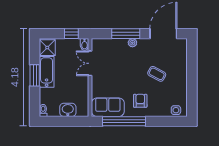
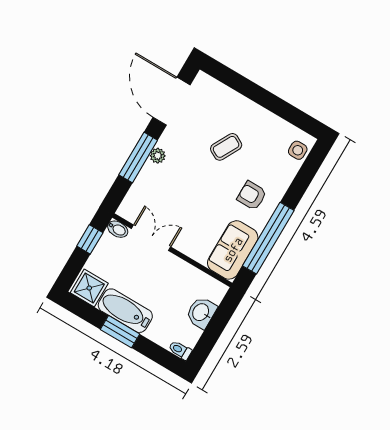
double door: (90, 63) -> (151, 238), swing flipped

